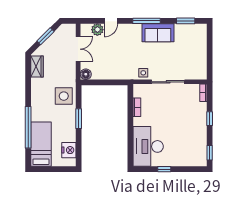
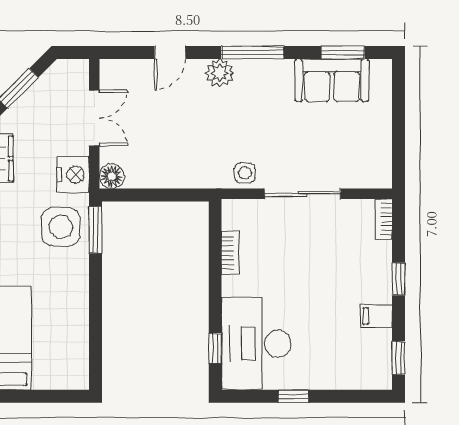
plant: (97, 30) -> (220, 73), moved
sofa: (158, 33) -> (332, 80), moved
window: (79, 119) -> (95, 230), moved
filing cabinet: (200, 135) -> (376, 316), added
window: (130, 149) -> (215, 348), added
nightstand: (69, 150) -> (73, 175), moved

